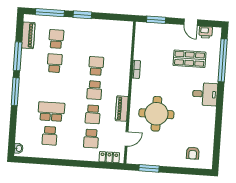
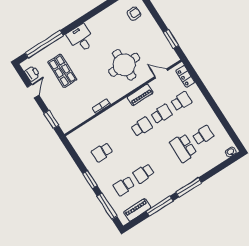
school desk: (96, 66) -> (102, 152), moved

